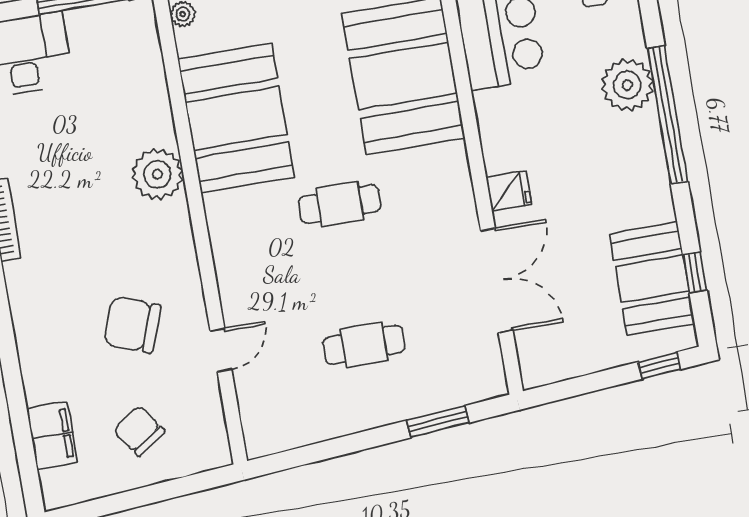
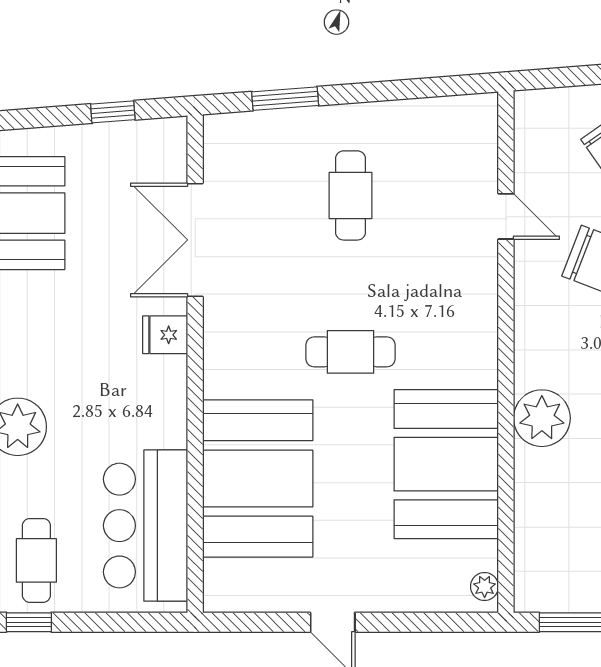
cafe table: (364, 345) -> (350, 195), turned 90
door: (221, 350) -> (506, 216), swing flipped
window: (659, 366) -> (113, 112), moved

